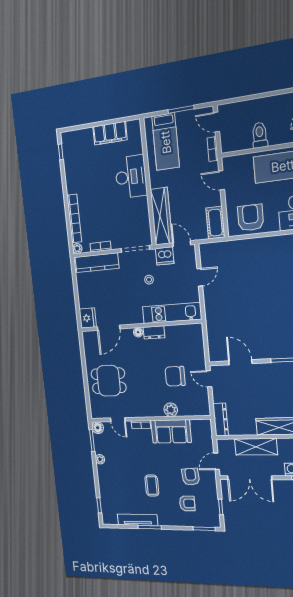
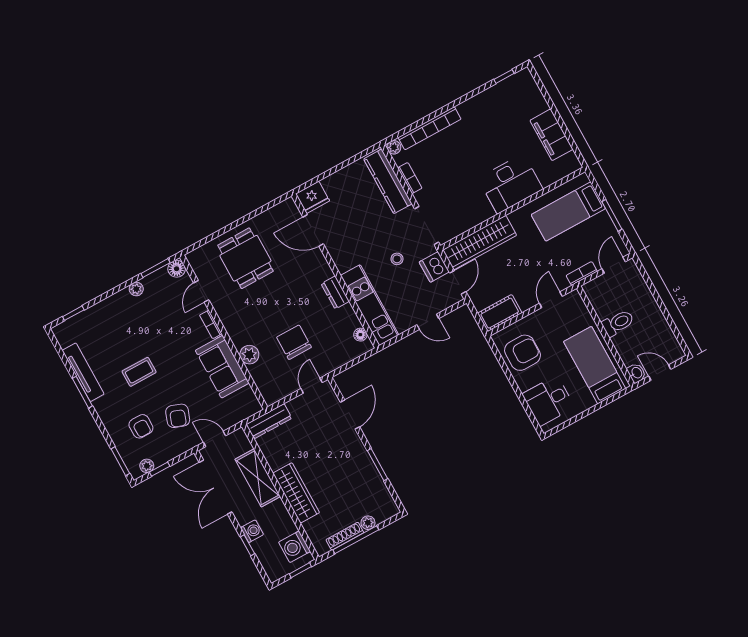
floor lamp: (138, 332) -> (360, 335), moved
armchair: (191, 477) -> (178, 416), turned 114
plant: (215, 514) -> (147, 466), added

